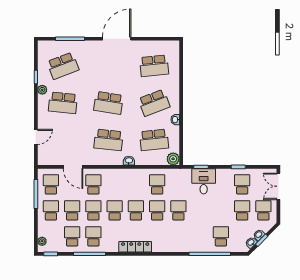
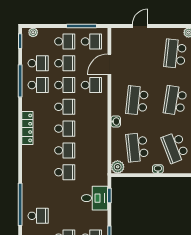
door: (36, 137) -> (140, 26), swing flipped
school desk: (157, 184) -> (91, 150), removed

